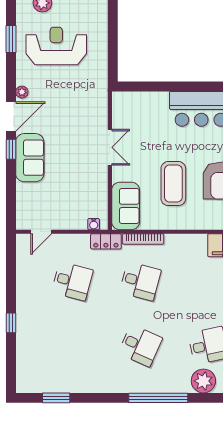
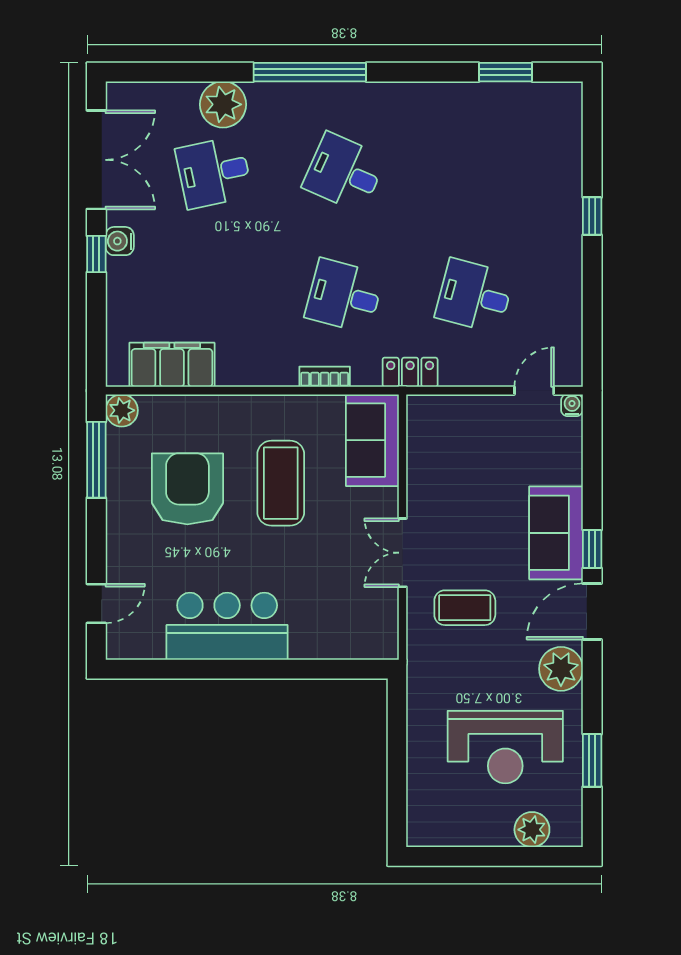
plant: (22, 92) -> (561, 669), width x1.88, depth x1.88
coffee table: (77, 119) -> (465, 608), added
water cooler: (94, 224) -> (572, 405), moved
bookcase: (143, 239) -> (325, 377), width x0.64

